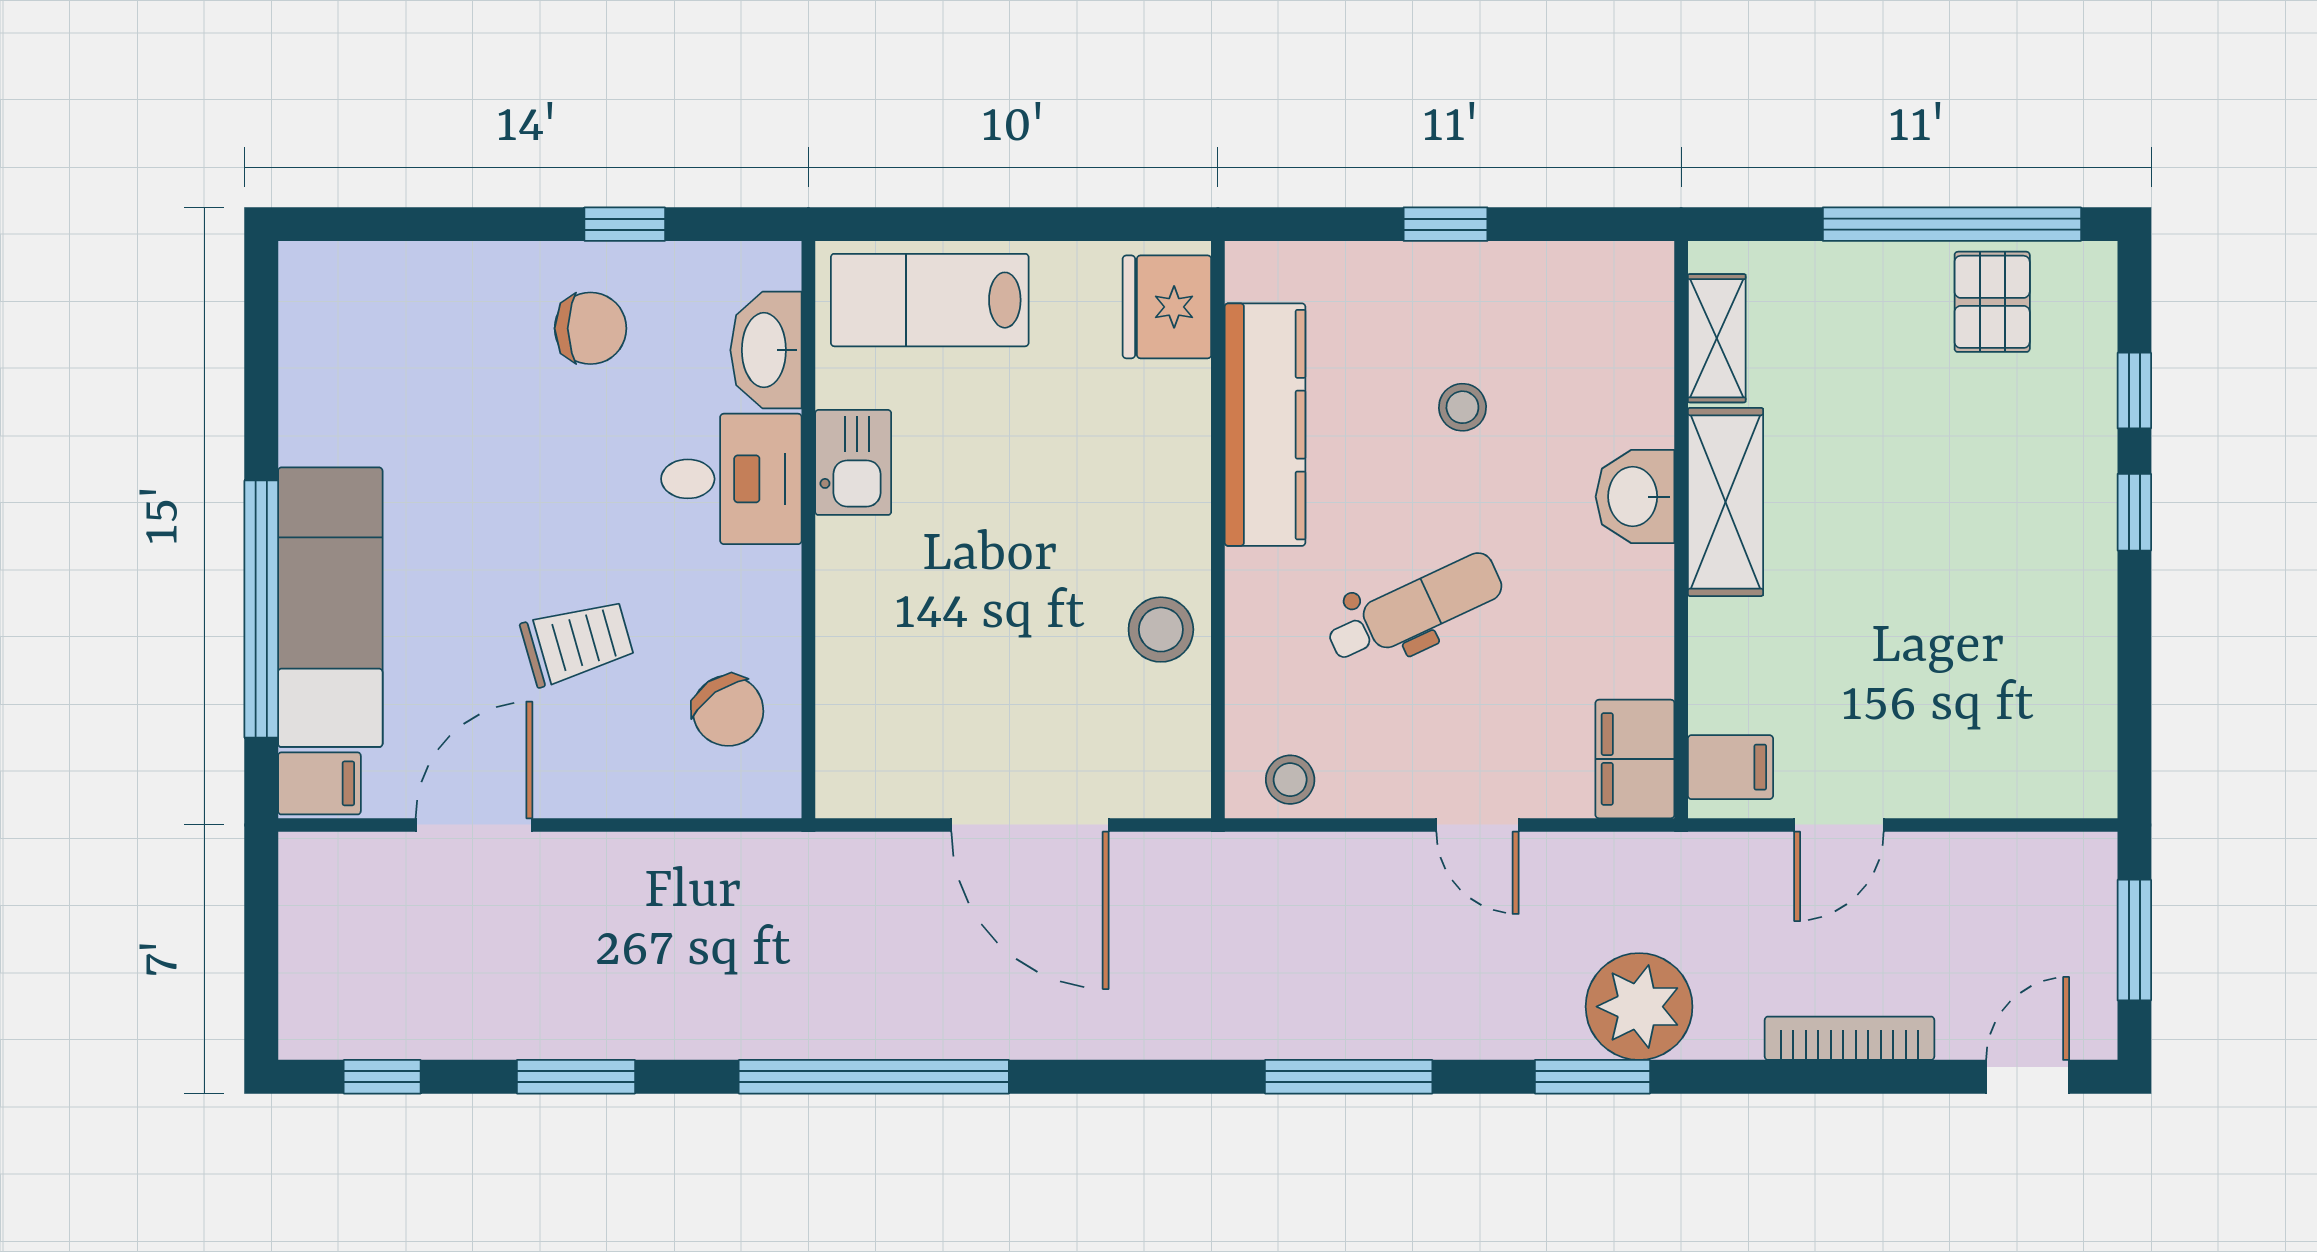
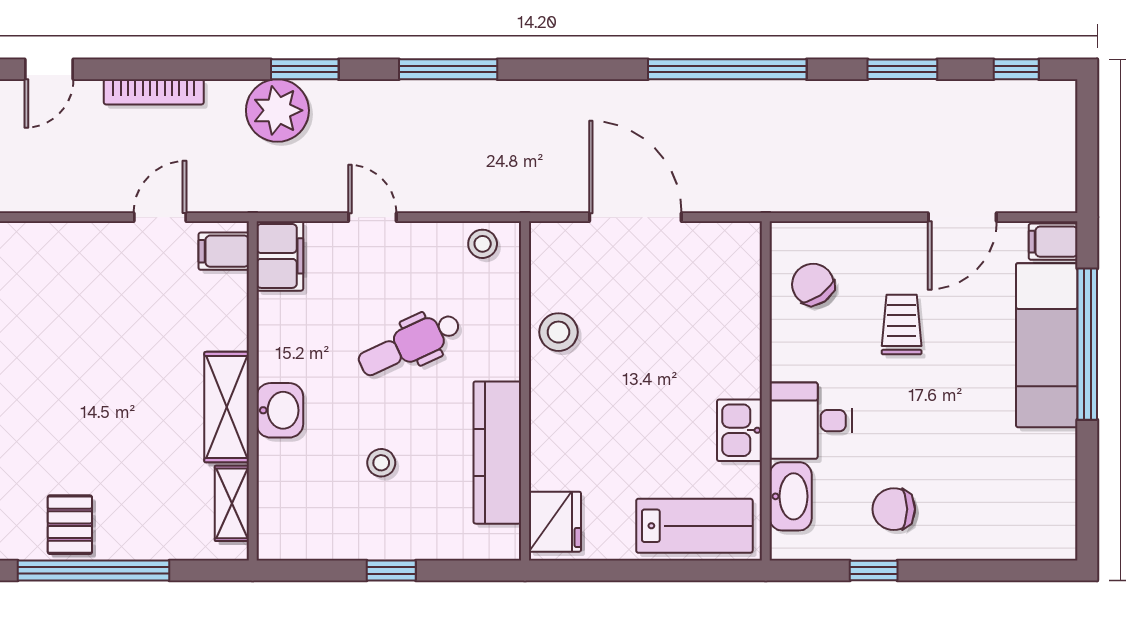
trolley: (577, 642) -> (902, 325), turned 106

